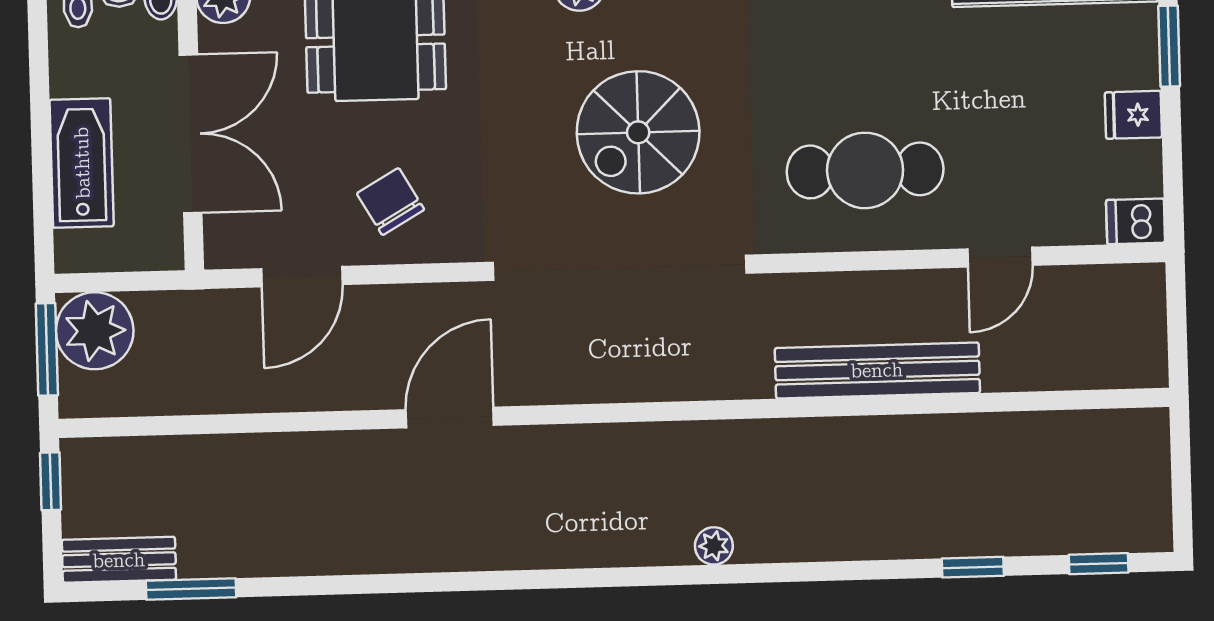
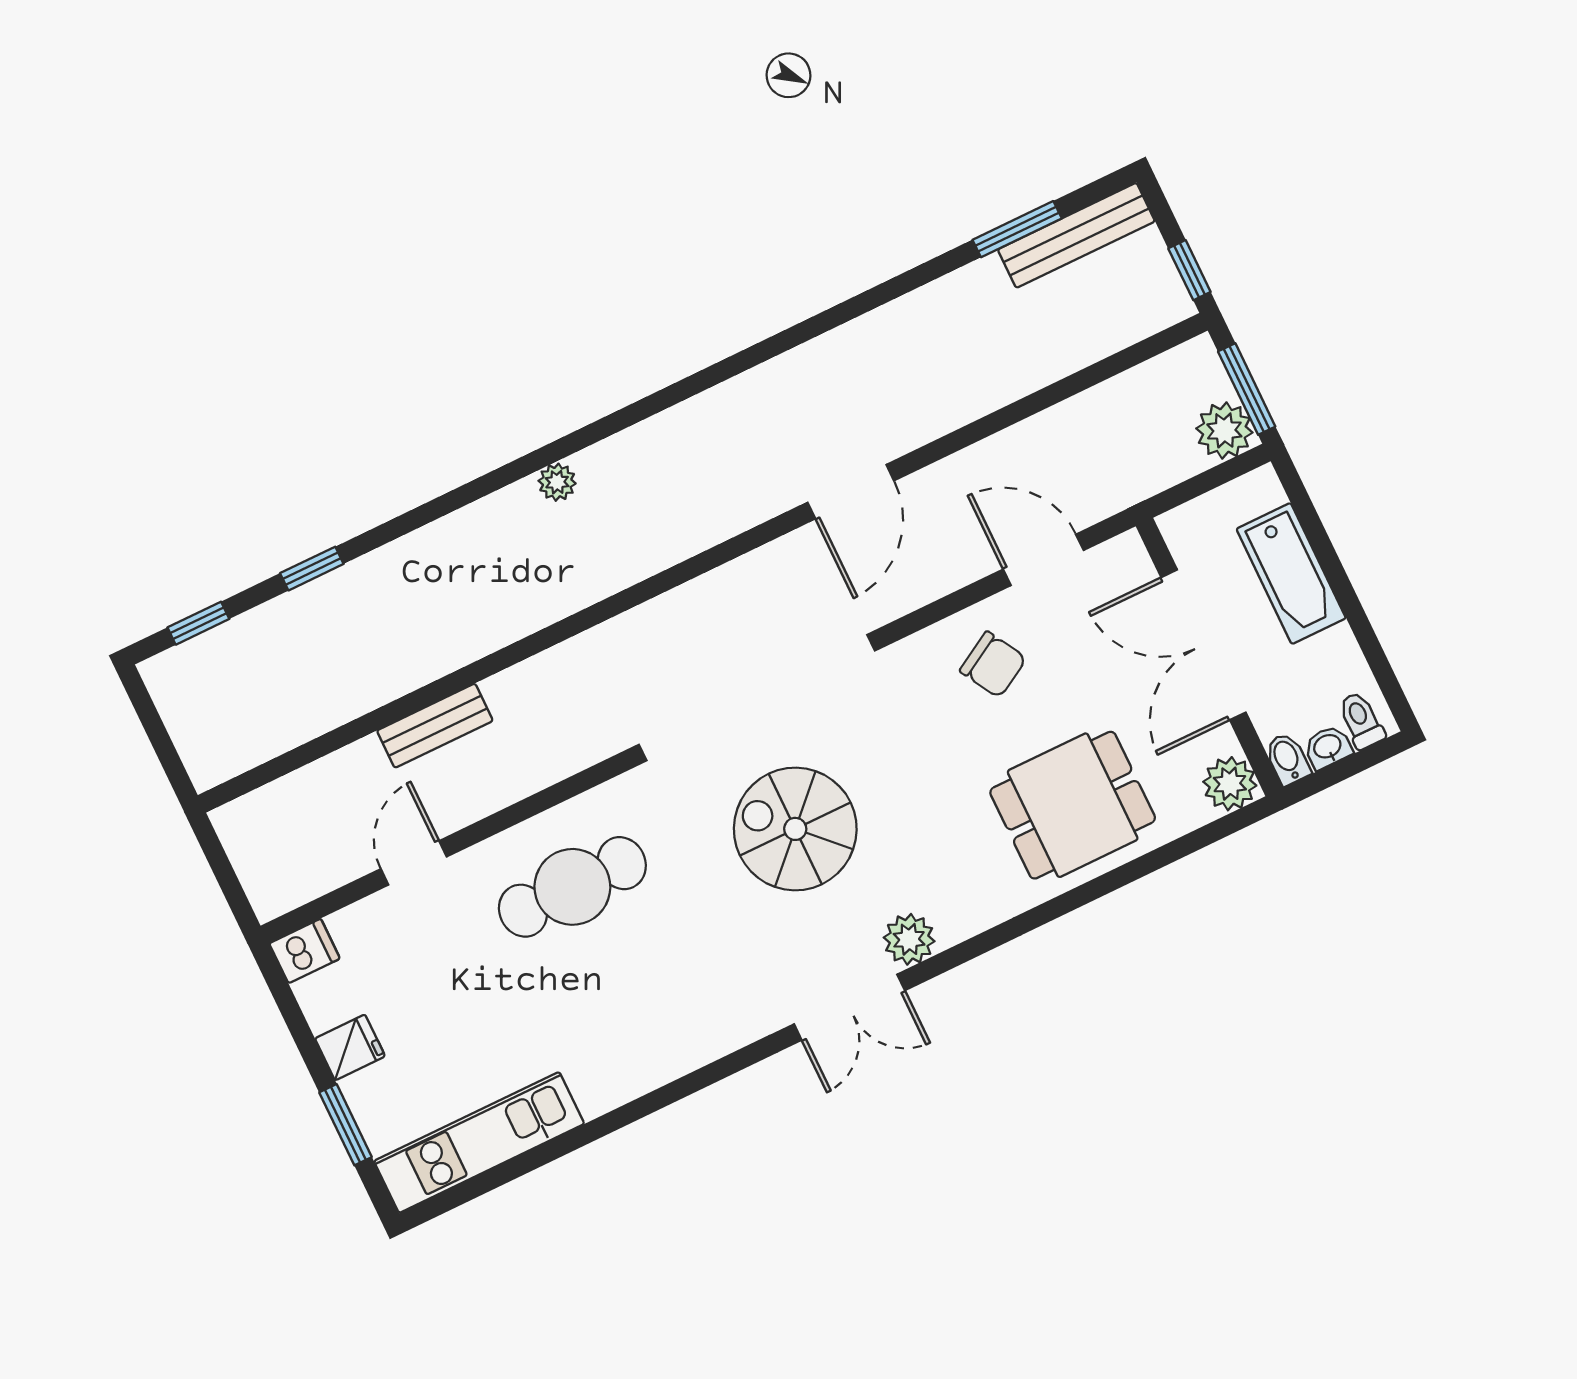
spiral stairs: (638, 132) -> (795, 829), turned -90
door: (302, 277) -> (1043, 560), hinge flipped
plant: (95, 331) -> (1224, 430), width x0.73, depth x0.73
bench: (877, 370) -> (435, 726), width x0.54, depth x0.82
bench: (119, 560) -> (1076, 235), width x1.36

